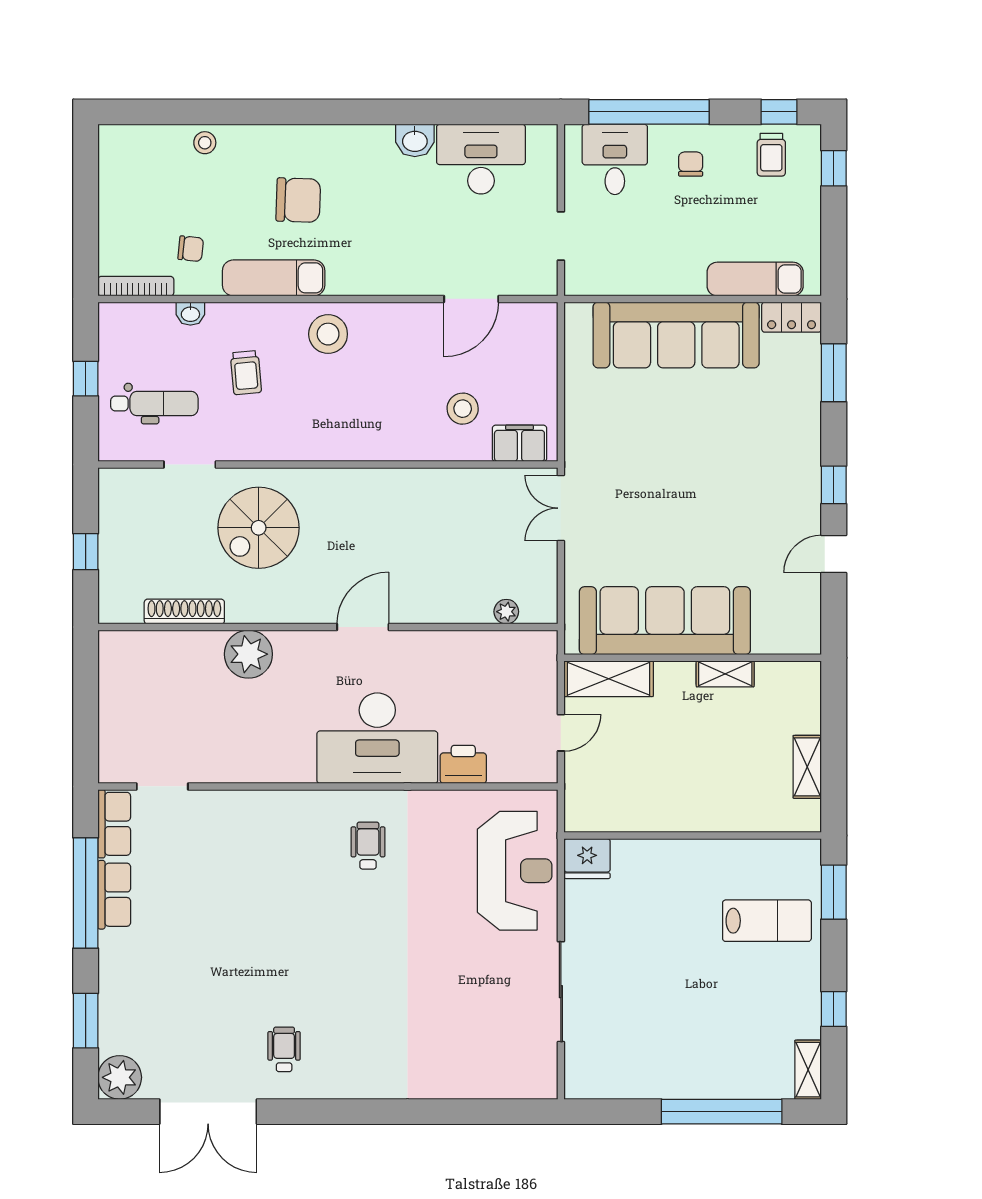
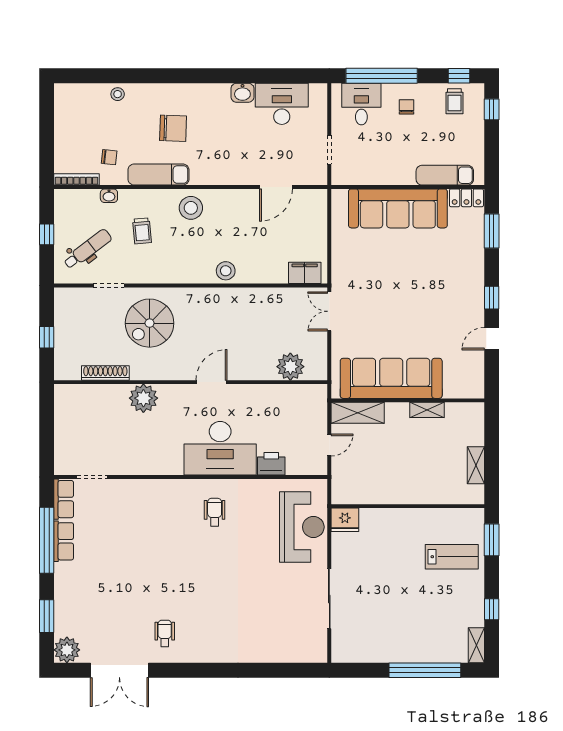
dental chair: (154, 403) -> (88, 249), turned -37
stool: (463, 409) -> (226, 271), moved
plant: (506, 612) -> (290, 367), width x1.87, depth x1.87

